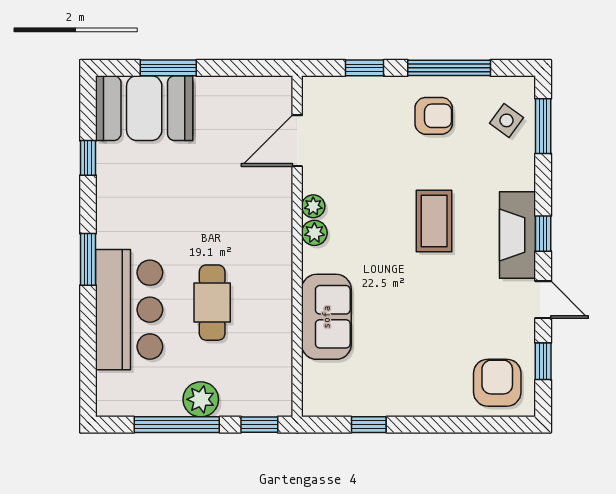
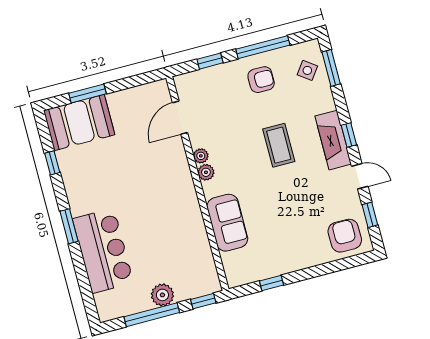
cafe table: (212, 303) -> (154, 233), removed

